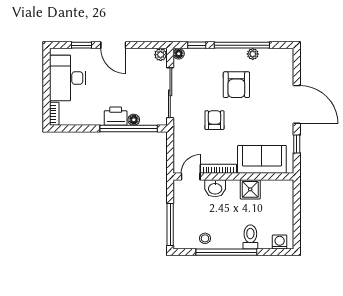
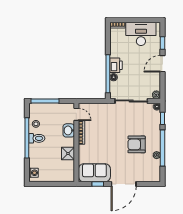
armchair: (214, 120) -> (113, 130), removed
sofa: (262, 159) -> (94, 173), moved, turned -90
toilet: (250, 237) -> (37, 138), moved

